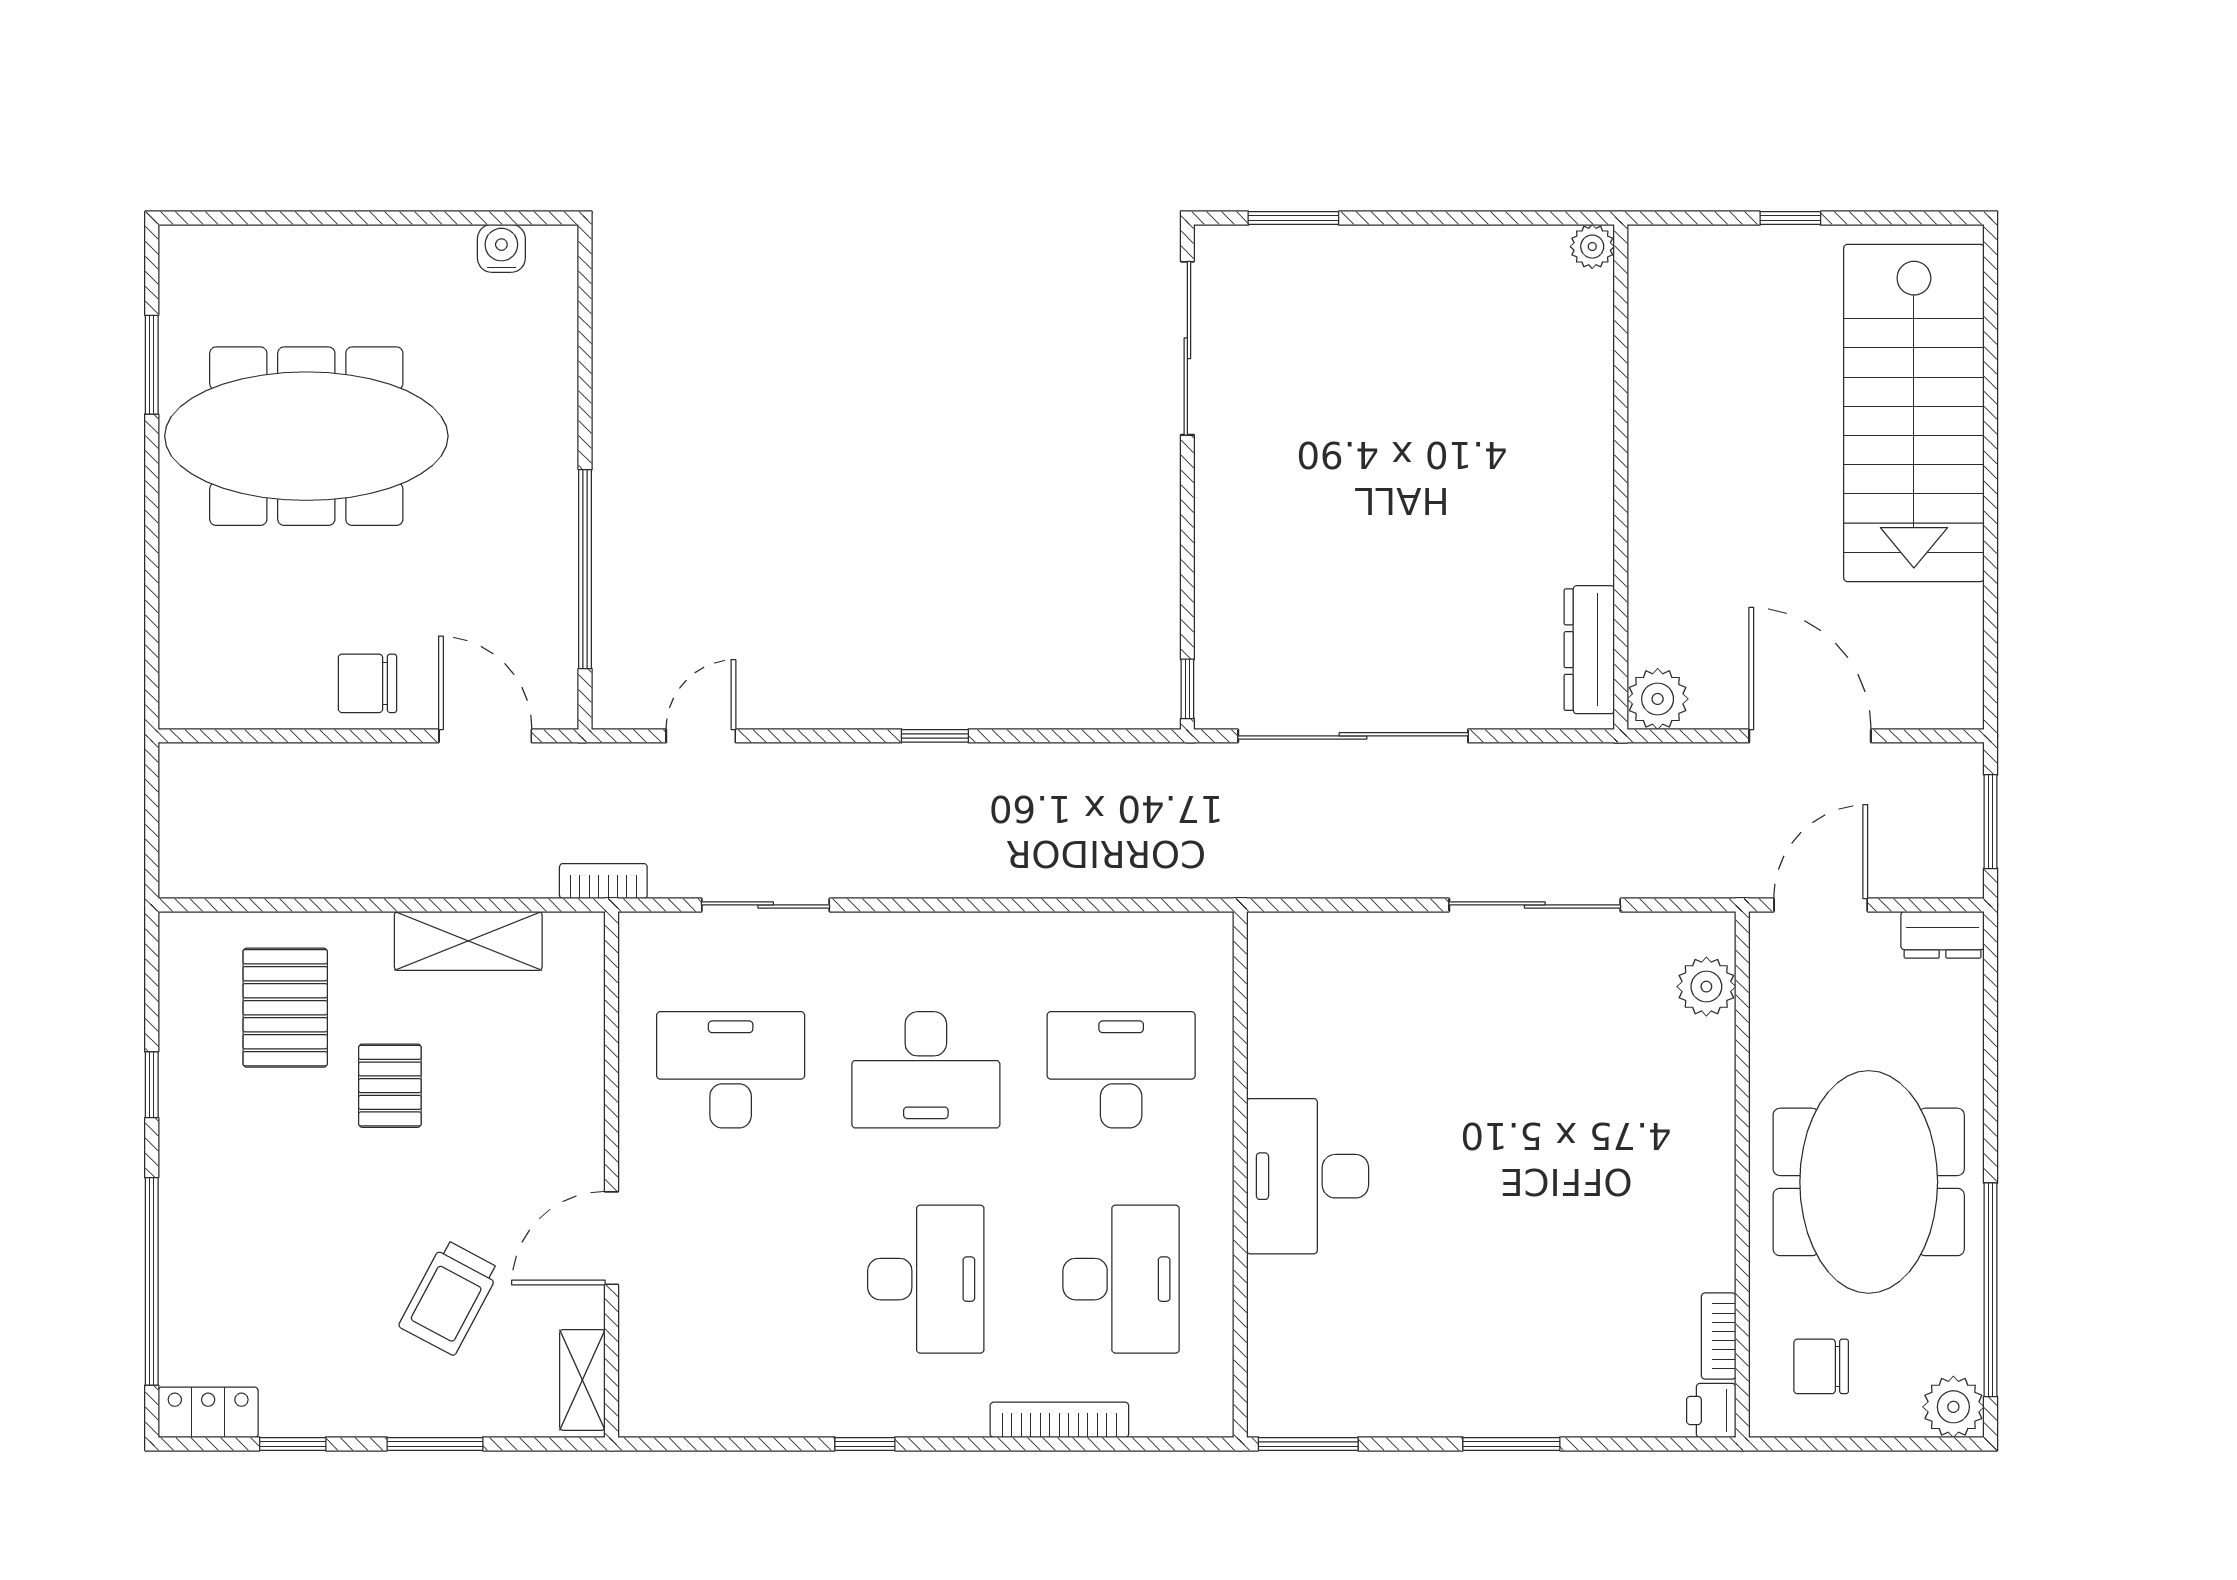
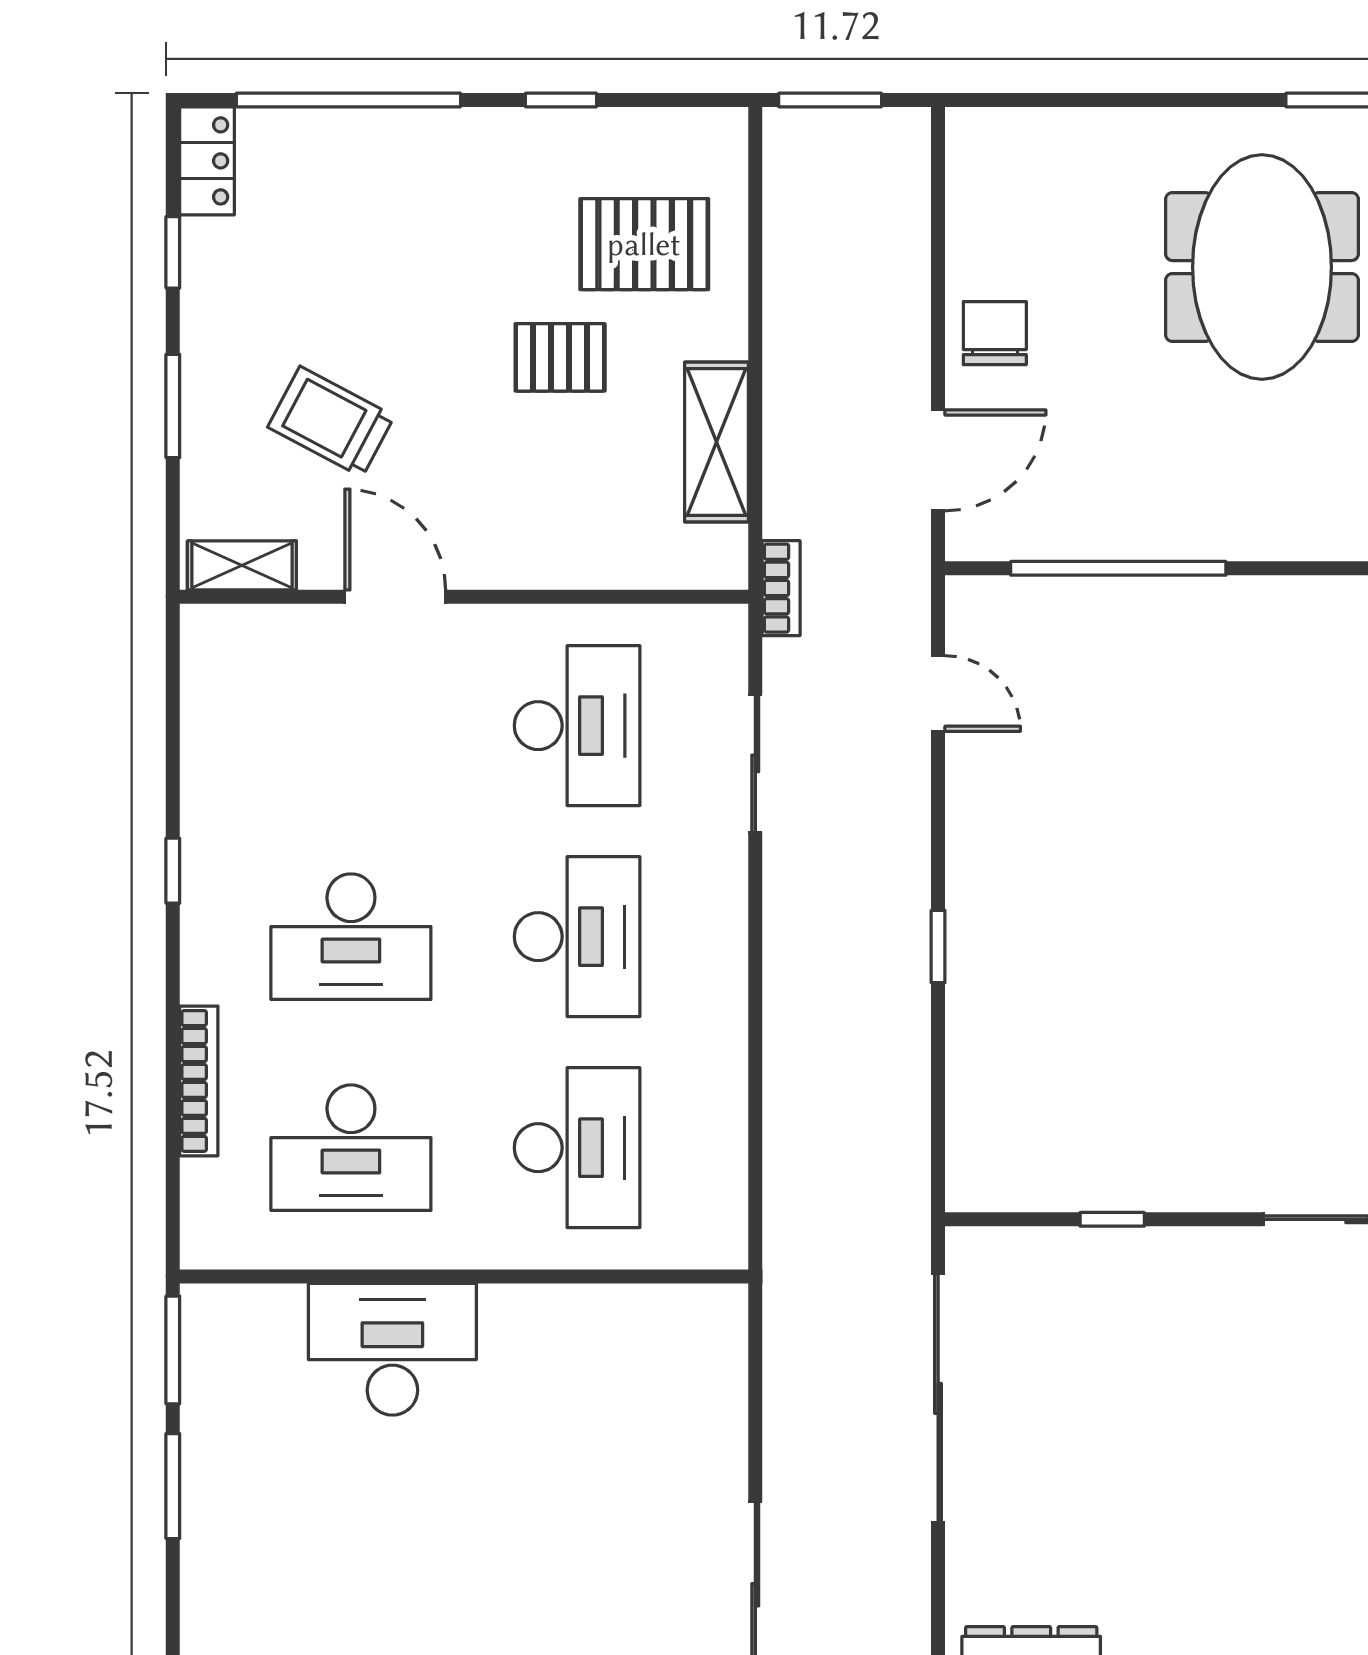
meeting table: (306, 436) -> (1262, 267), width x0.73
window: (1187, 689) -> (1112, 1219), moved
window: (152, 836) -> (830, 100), added
desk: (926, 1070) -> (577, 937), turned 180
desk: (1308, 1176) -> (392, 1349), moved
window: (1511, 1444) -> (173, 1486), moved

